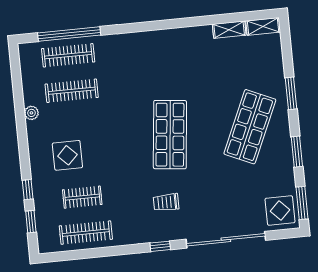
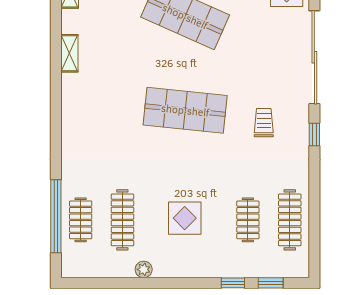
shelving: (229, 30) -> (69, 53), moved
clothes rail: (68, 55) -> (81, 220), width x0.73
display table: (67, 155) -> (185, 218), moved
trolley: (166, 202) -> (264, 123), turned 180

